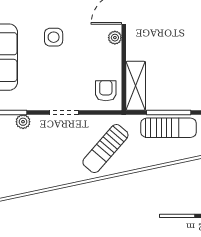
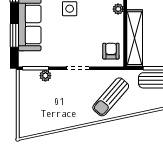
shelving: (136, 86) -> (135, 38), width x1.47

